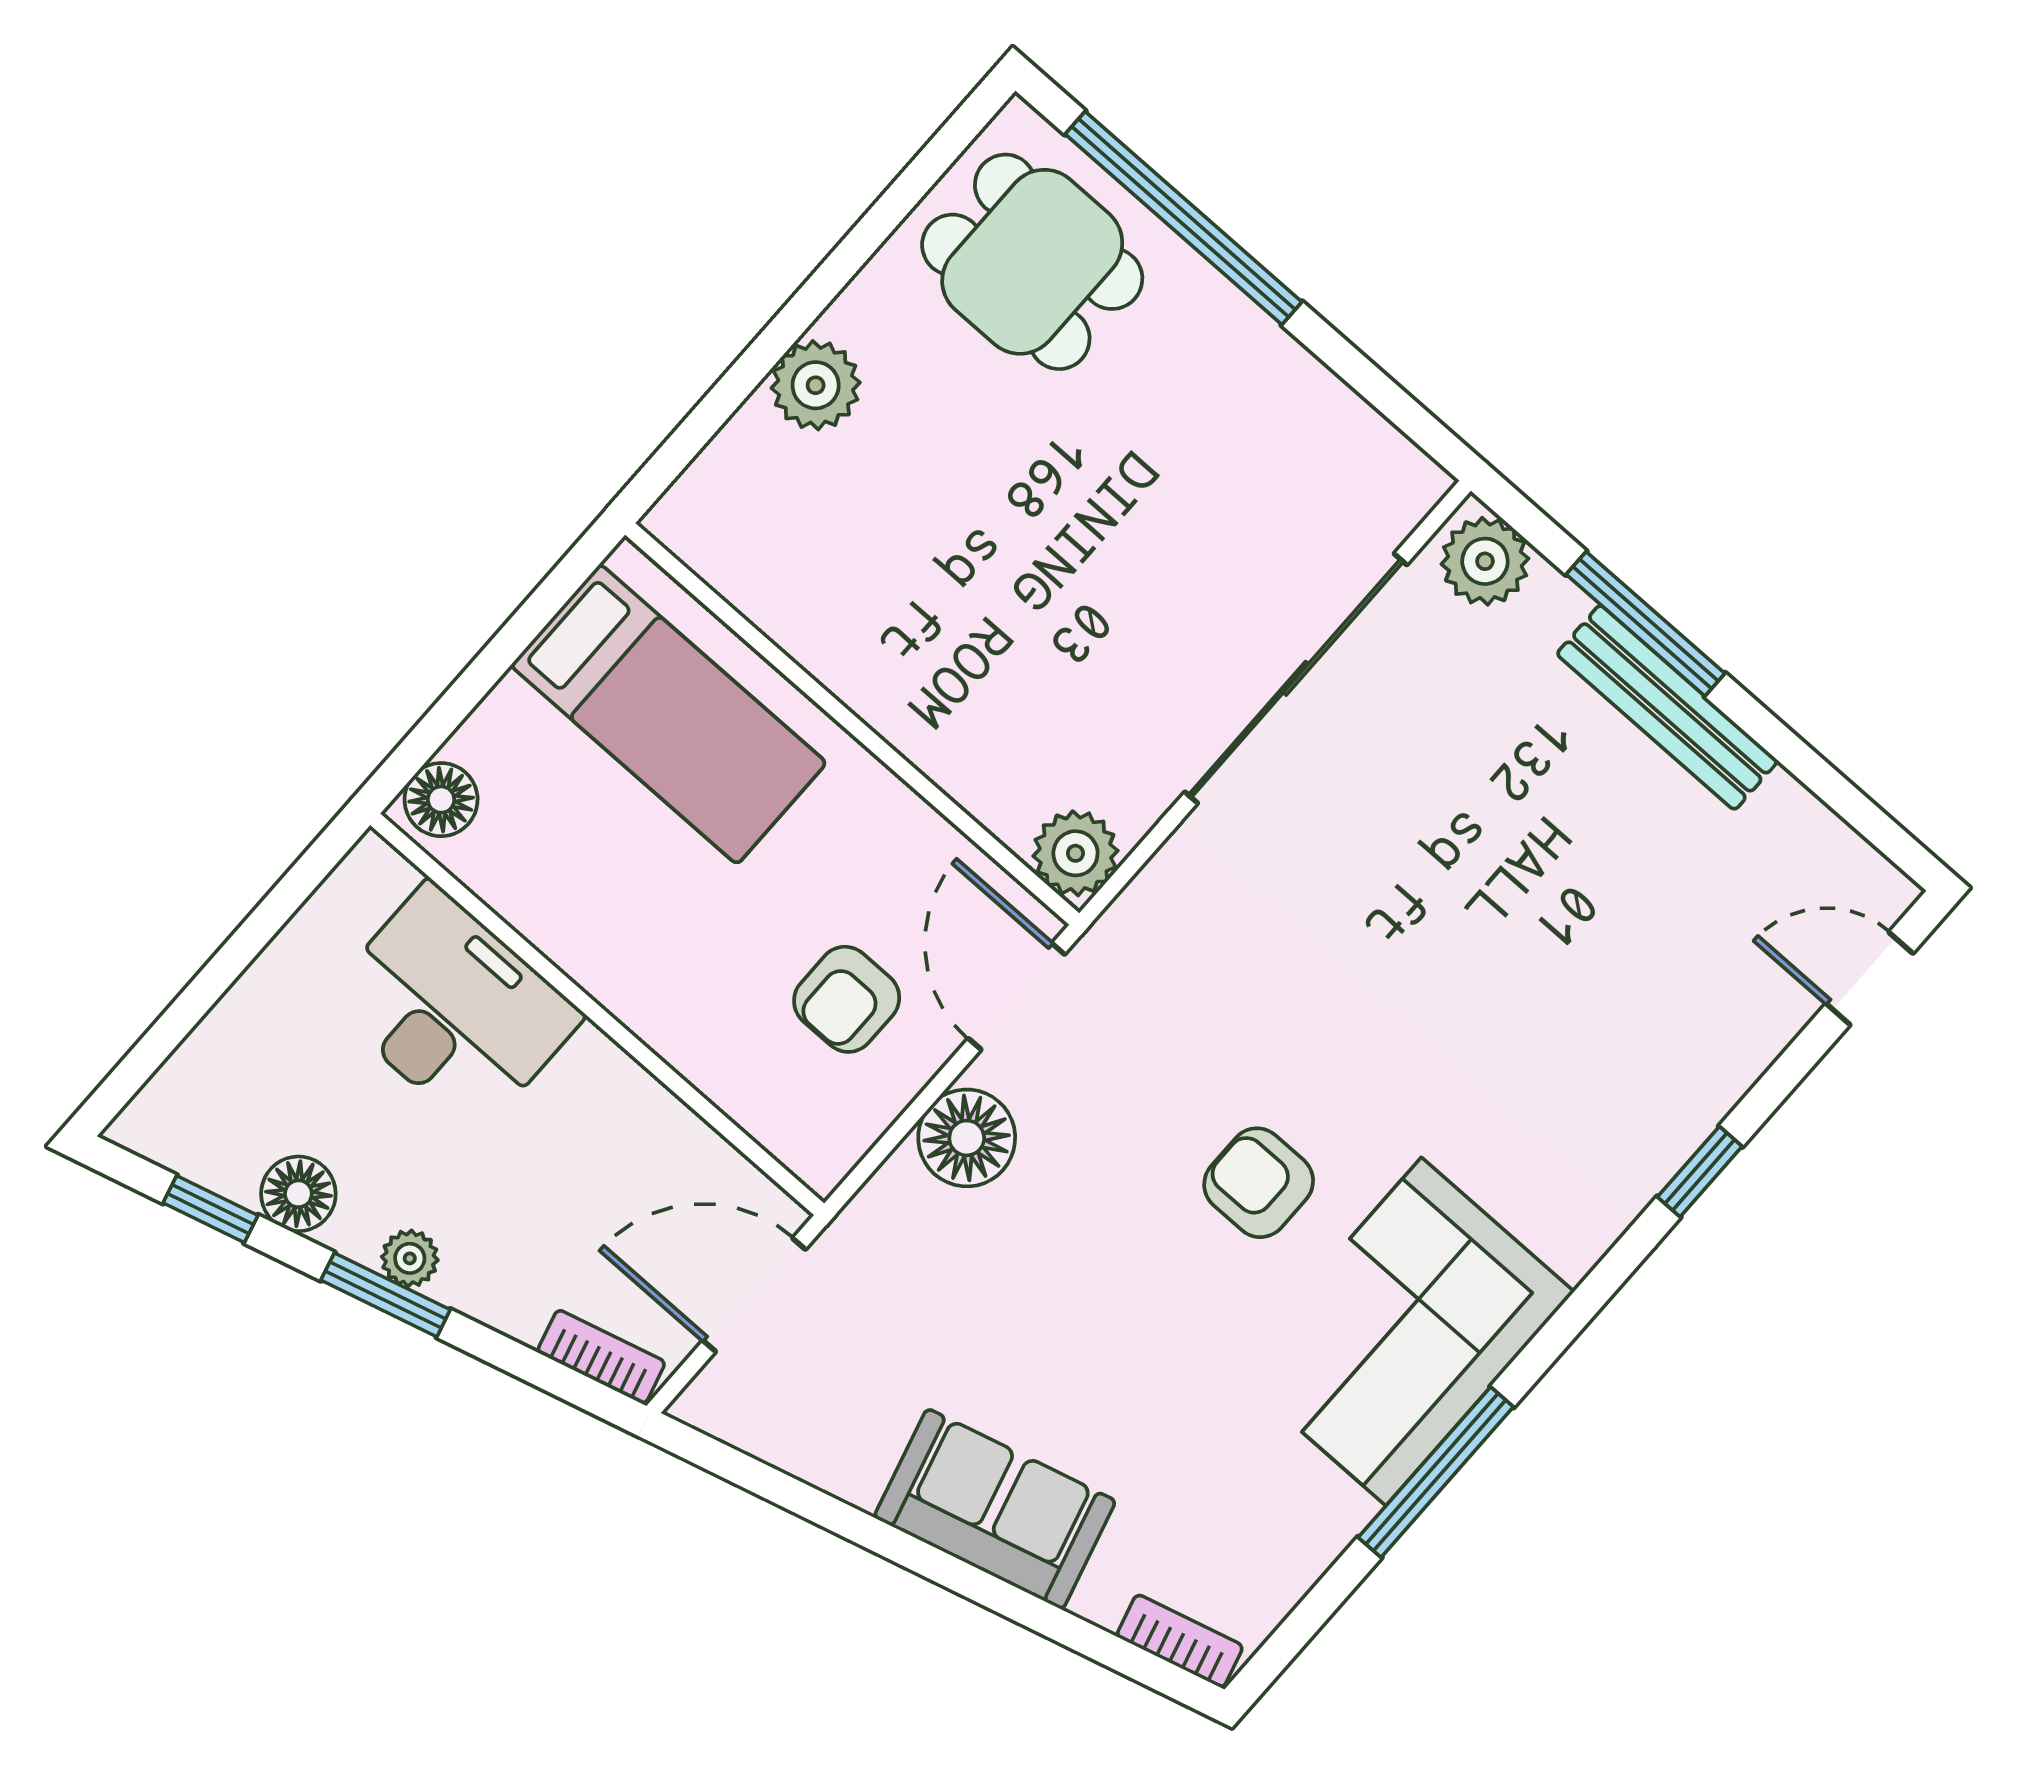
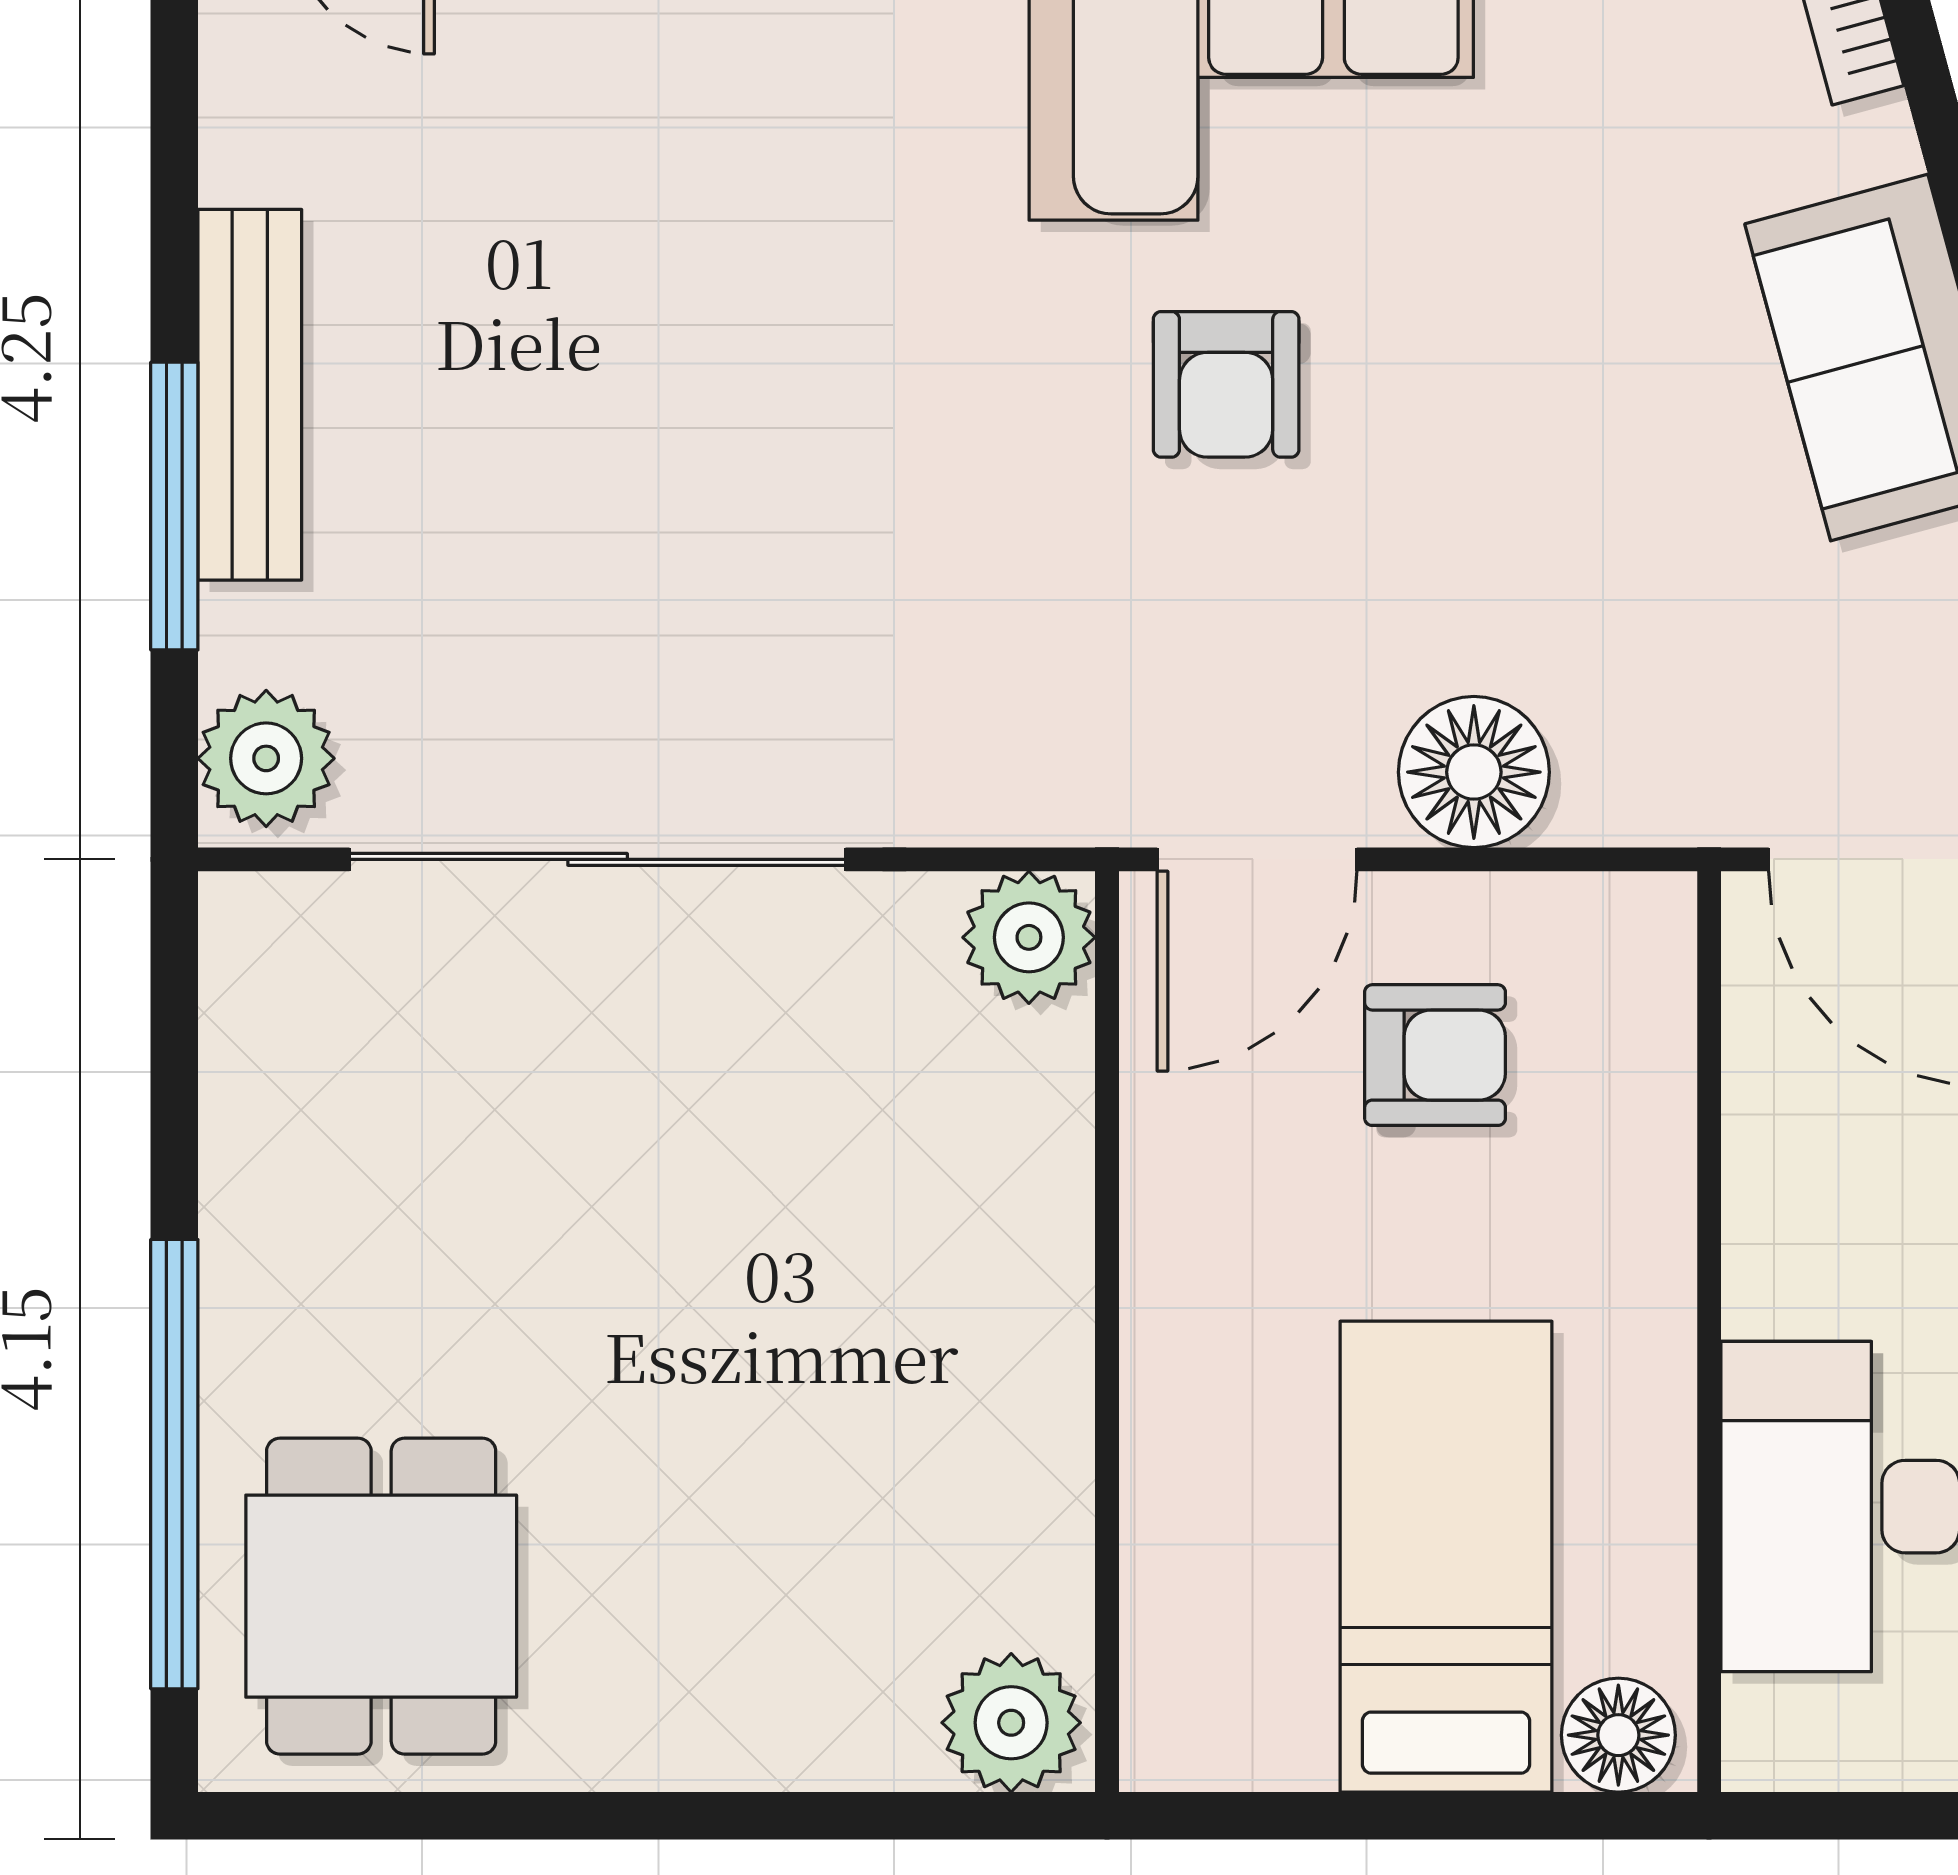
plant: (816, 385) -> (1011, 1723), moved
bed: (669, 714) -> (1446, 1557), moved

